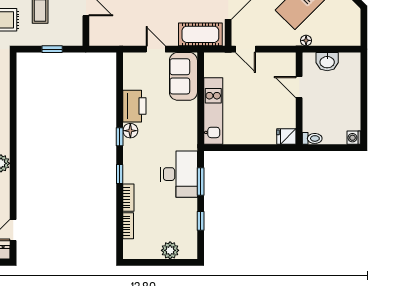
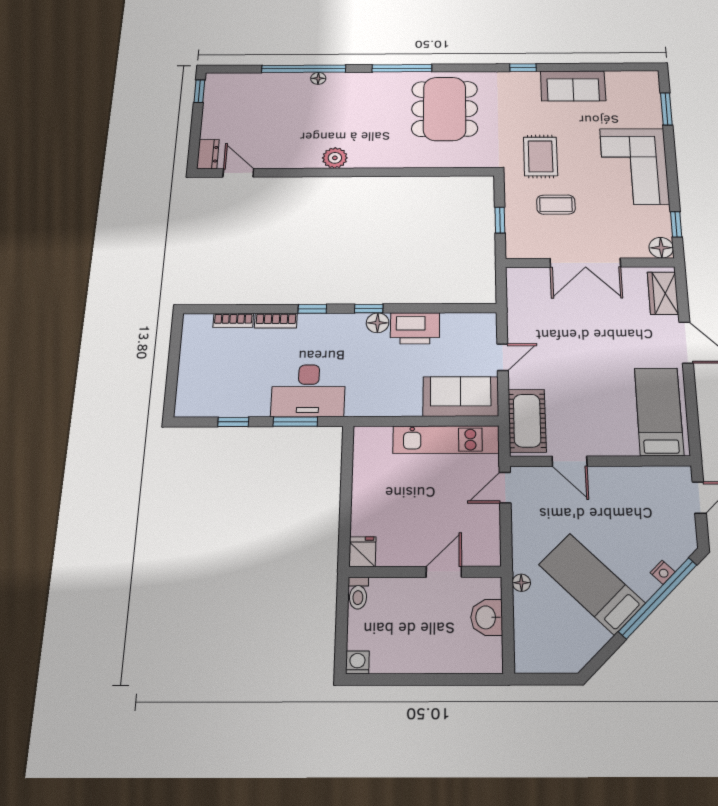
kitchen unit: (213, 111) -> (446, 440), moved
plant: (170, 250) -> (191, 378), removed

